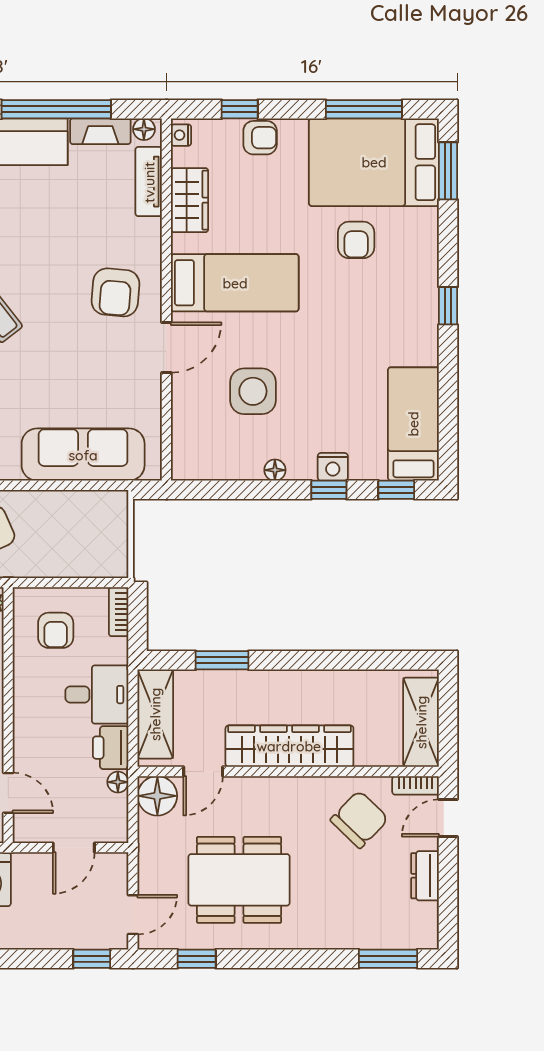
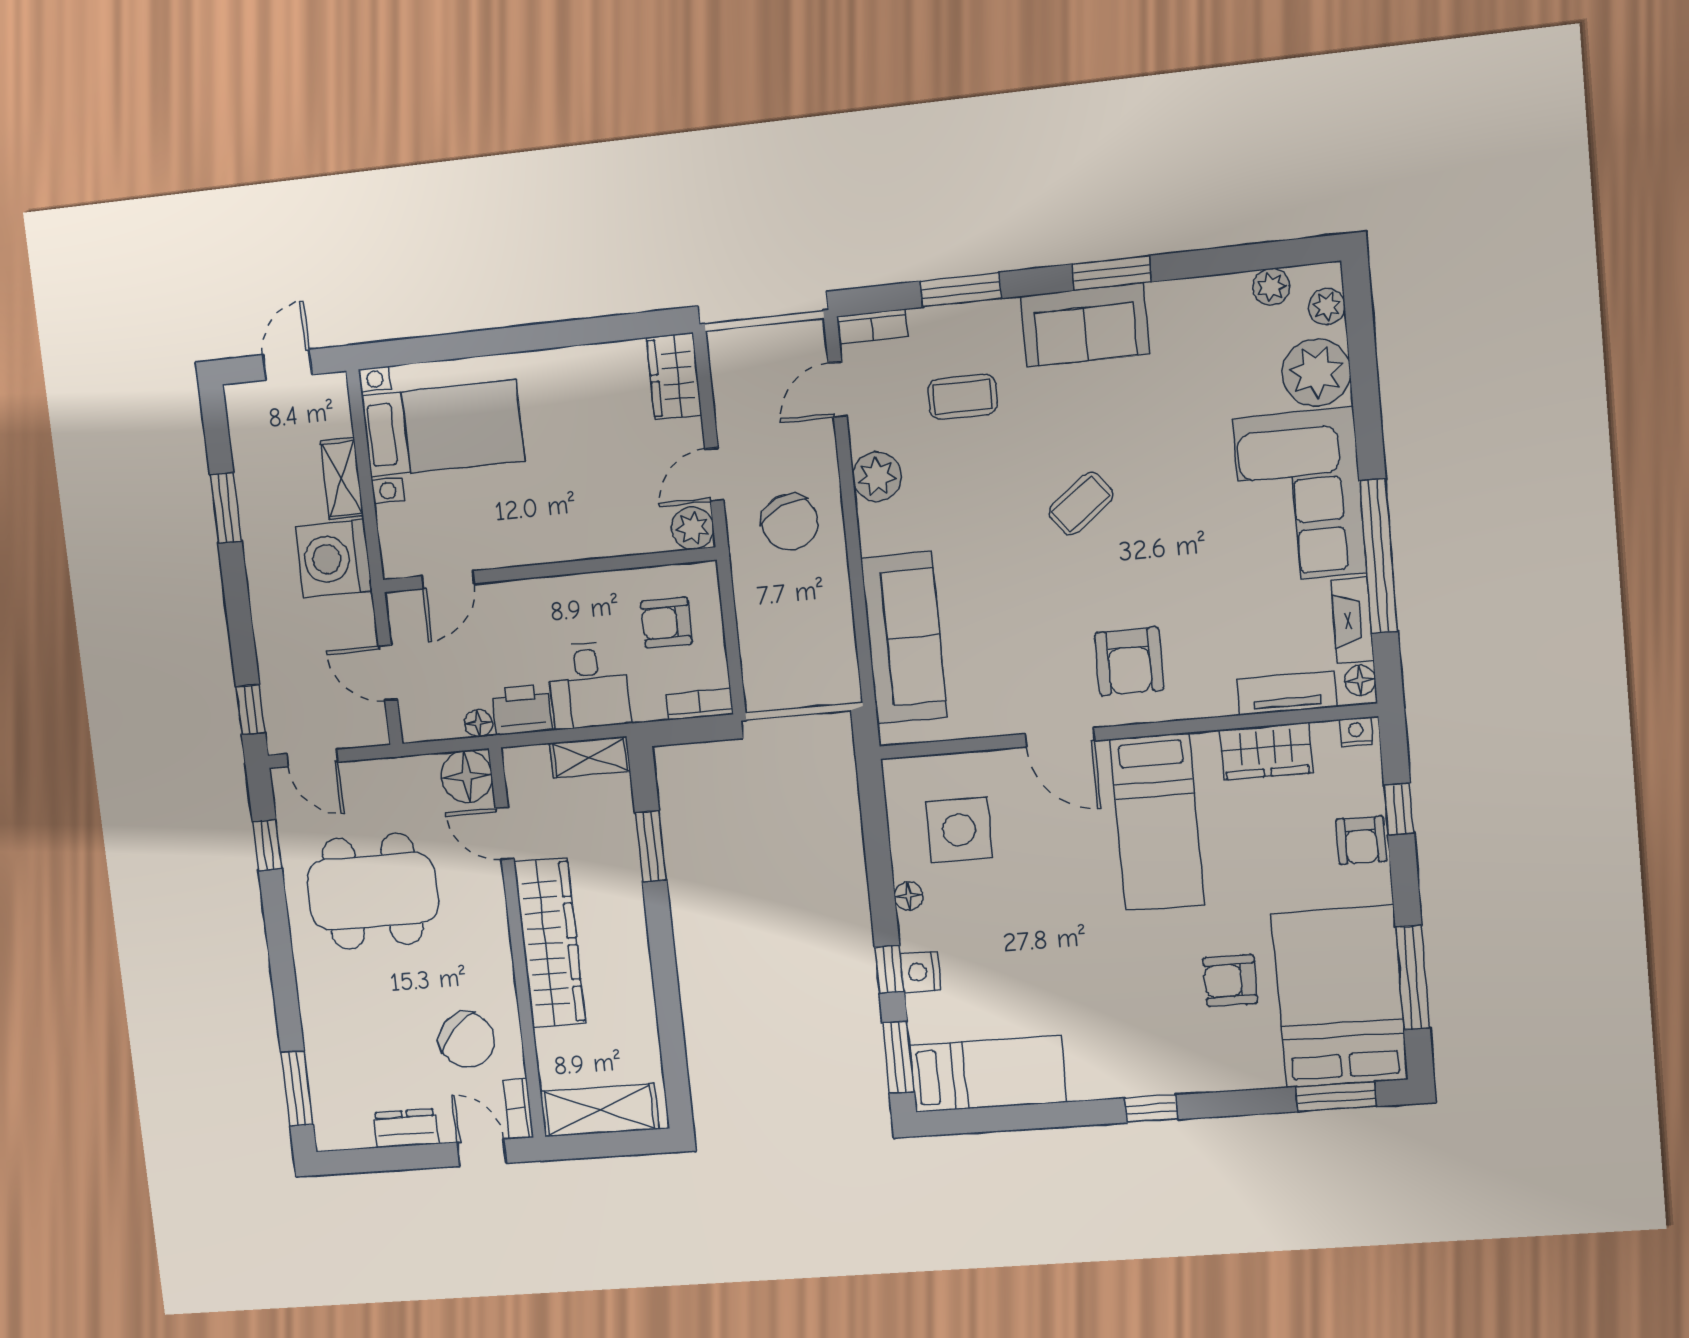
armchair: (115, 292) -> (1129, 661), turned -95
side table: (253, 391) -> (959, 830), moved
window: (396, 490) -> (898, 1057), width x1.50
shelving: (155, 714) -> (590, 757), width x0.67, depth x0.75
dining table: (239, 880) -> (373, 891), turned 90

